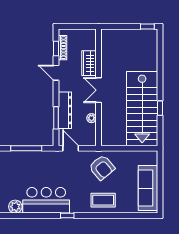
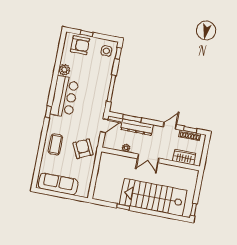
wardrobe: (89, 63) -> (184, 157), moved
double door: (99, 90) -> (148, 158), swing flipped
stairs: (142, 109) -> (153, 197), moved
armchair: (102, 167) -> (83, 149), turned 105

